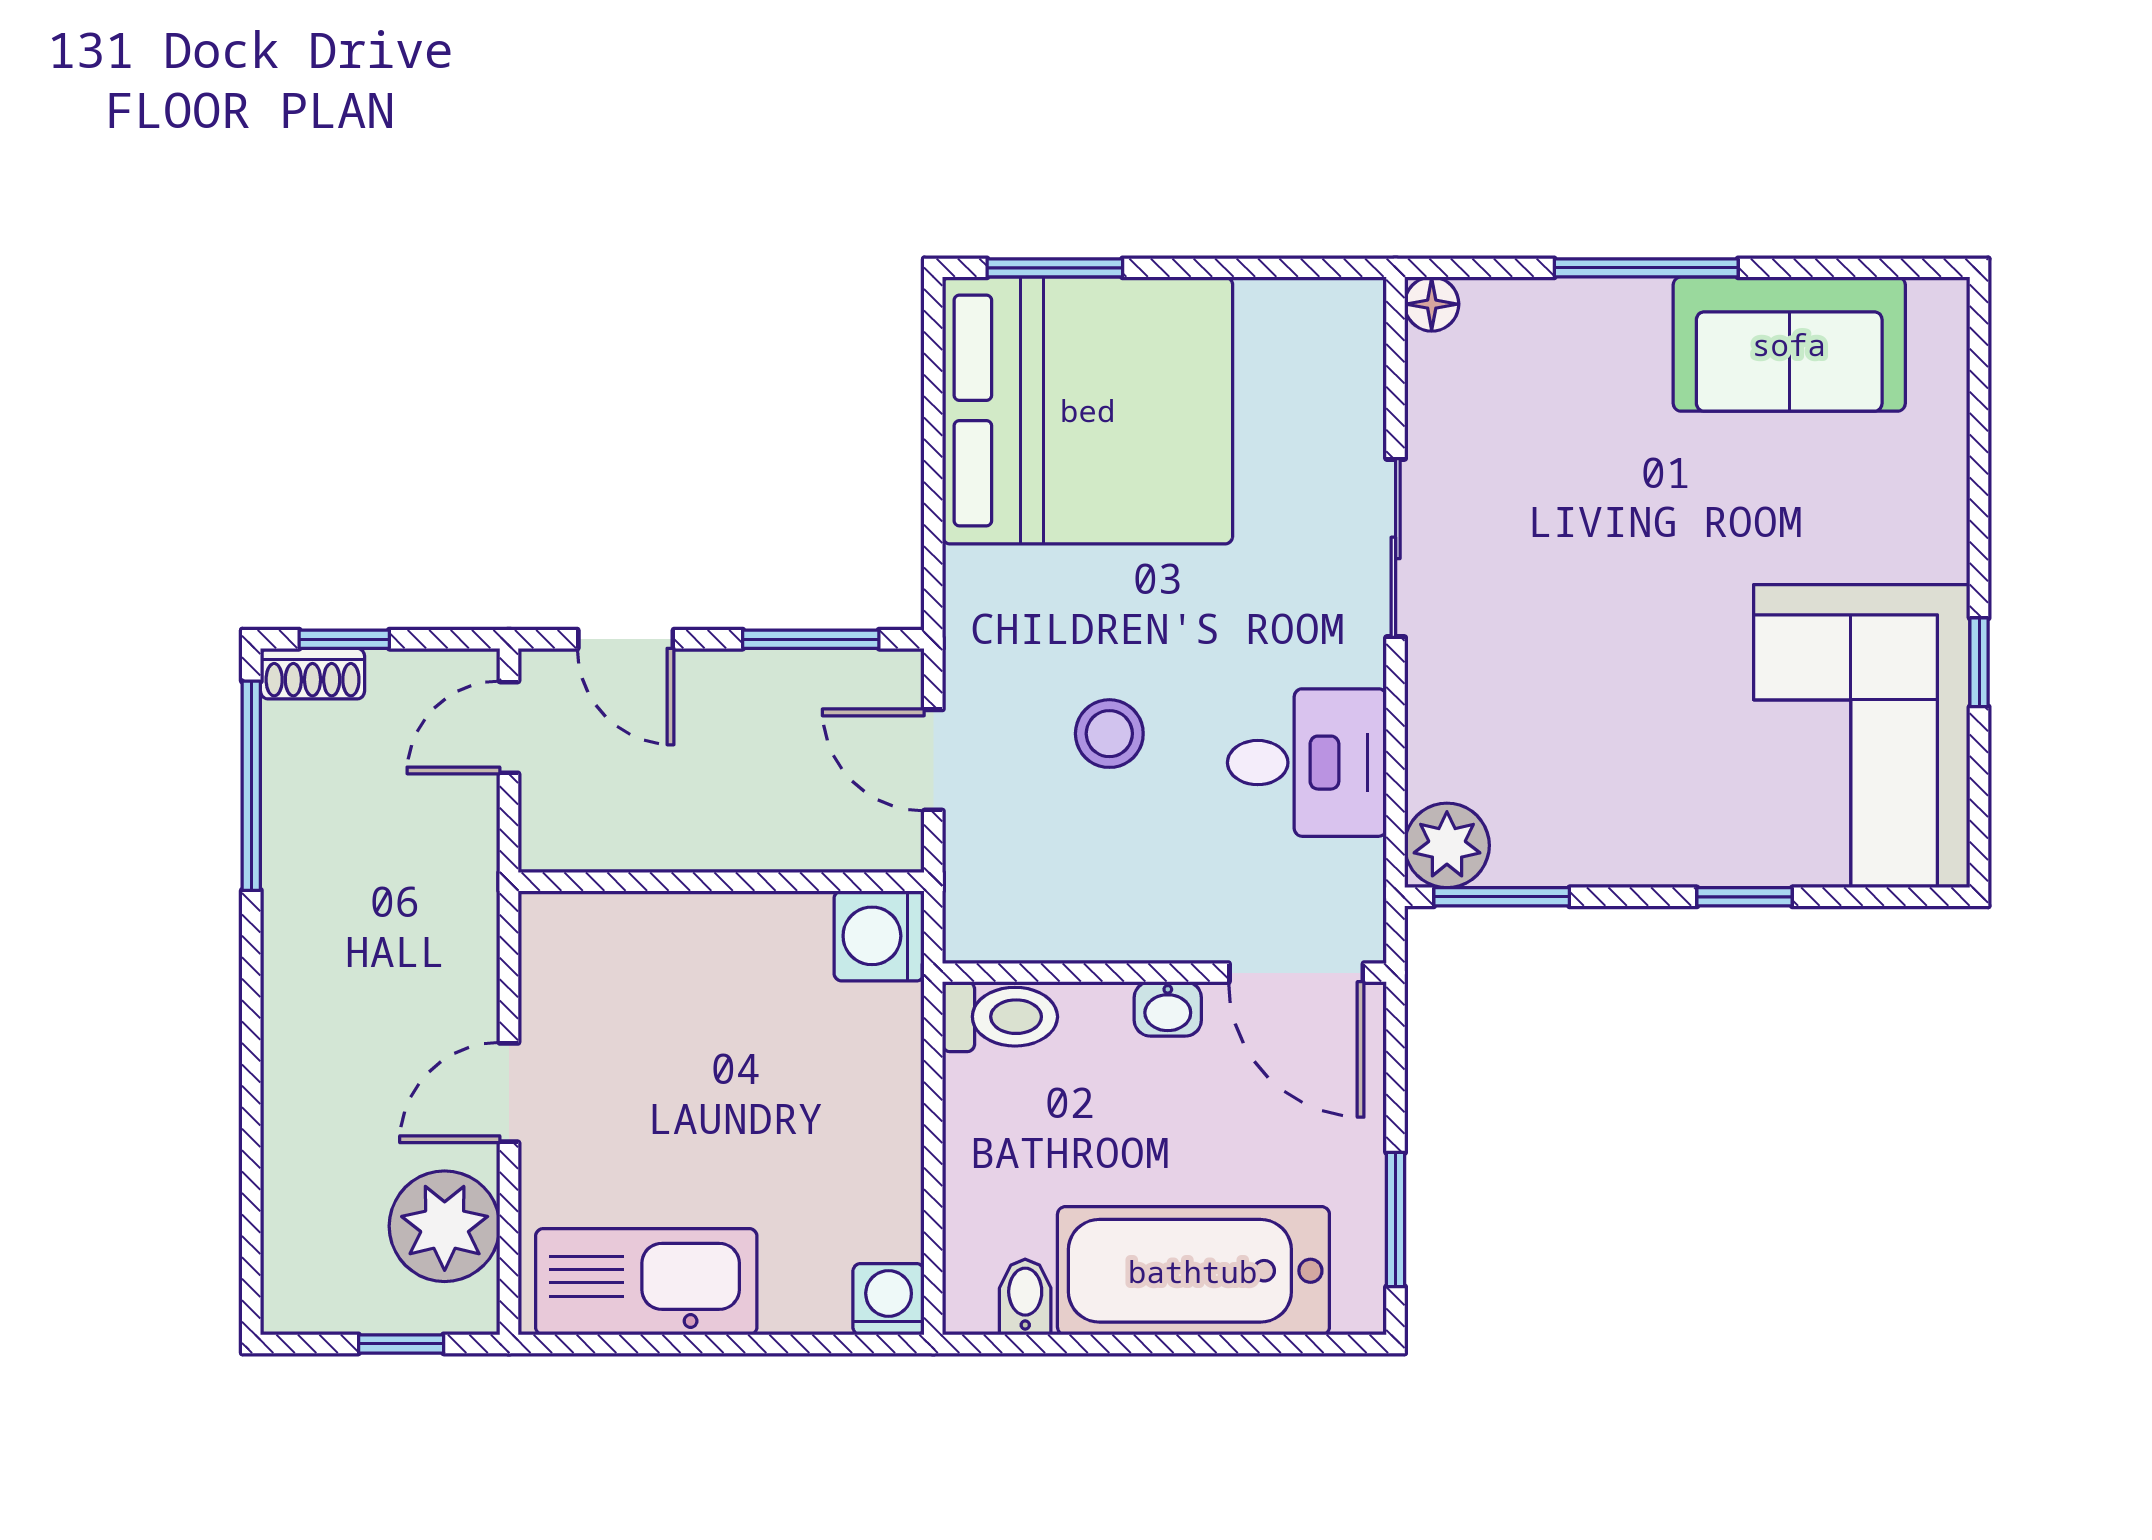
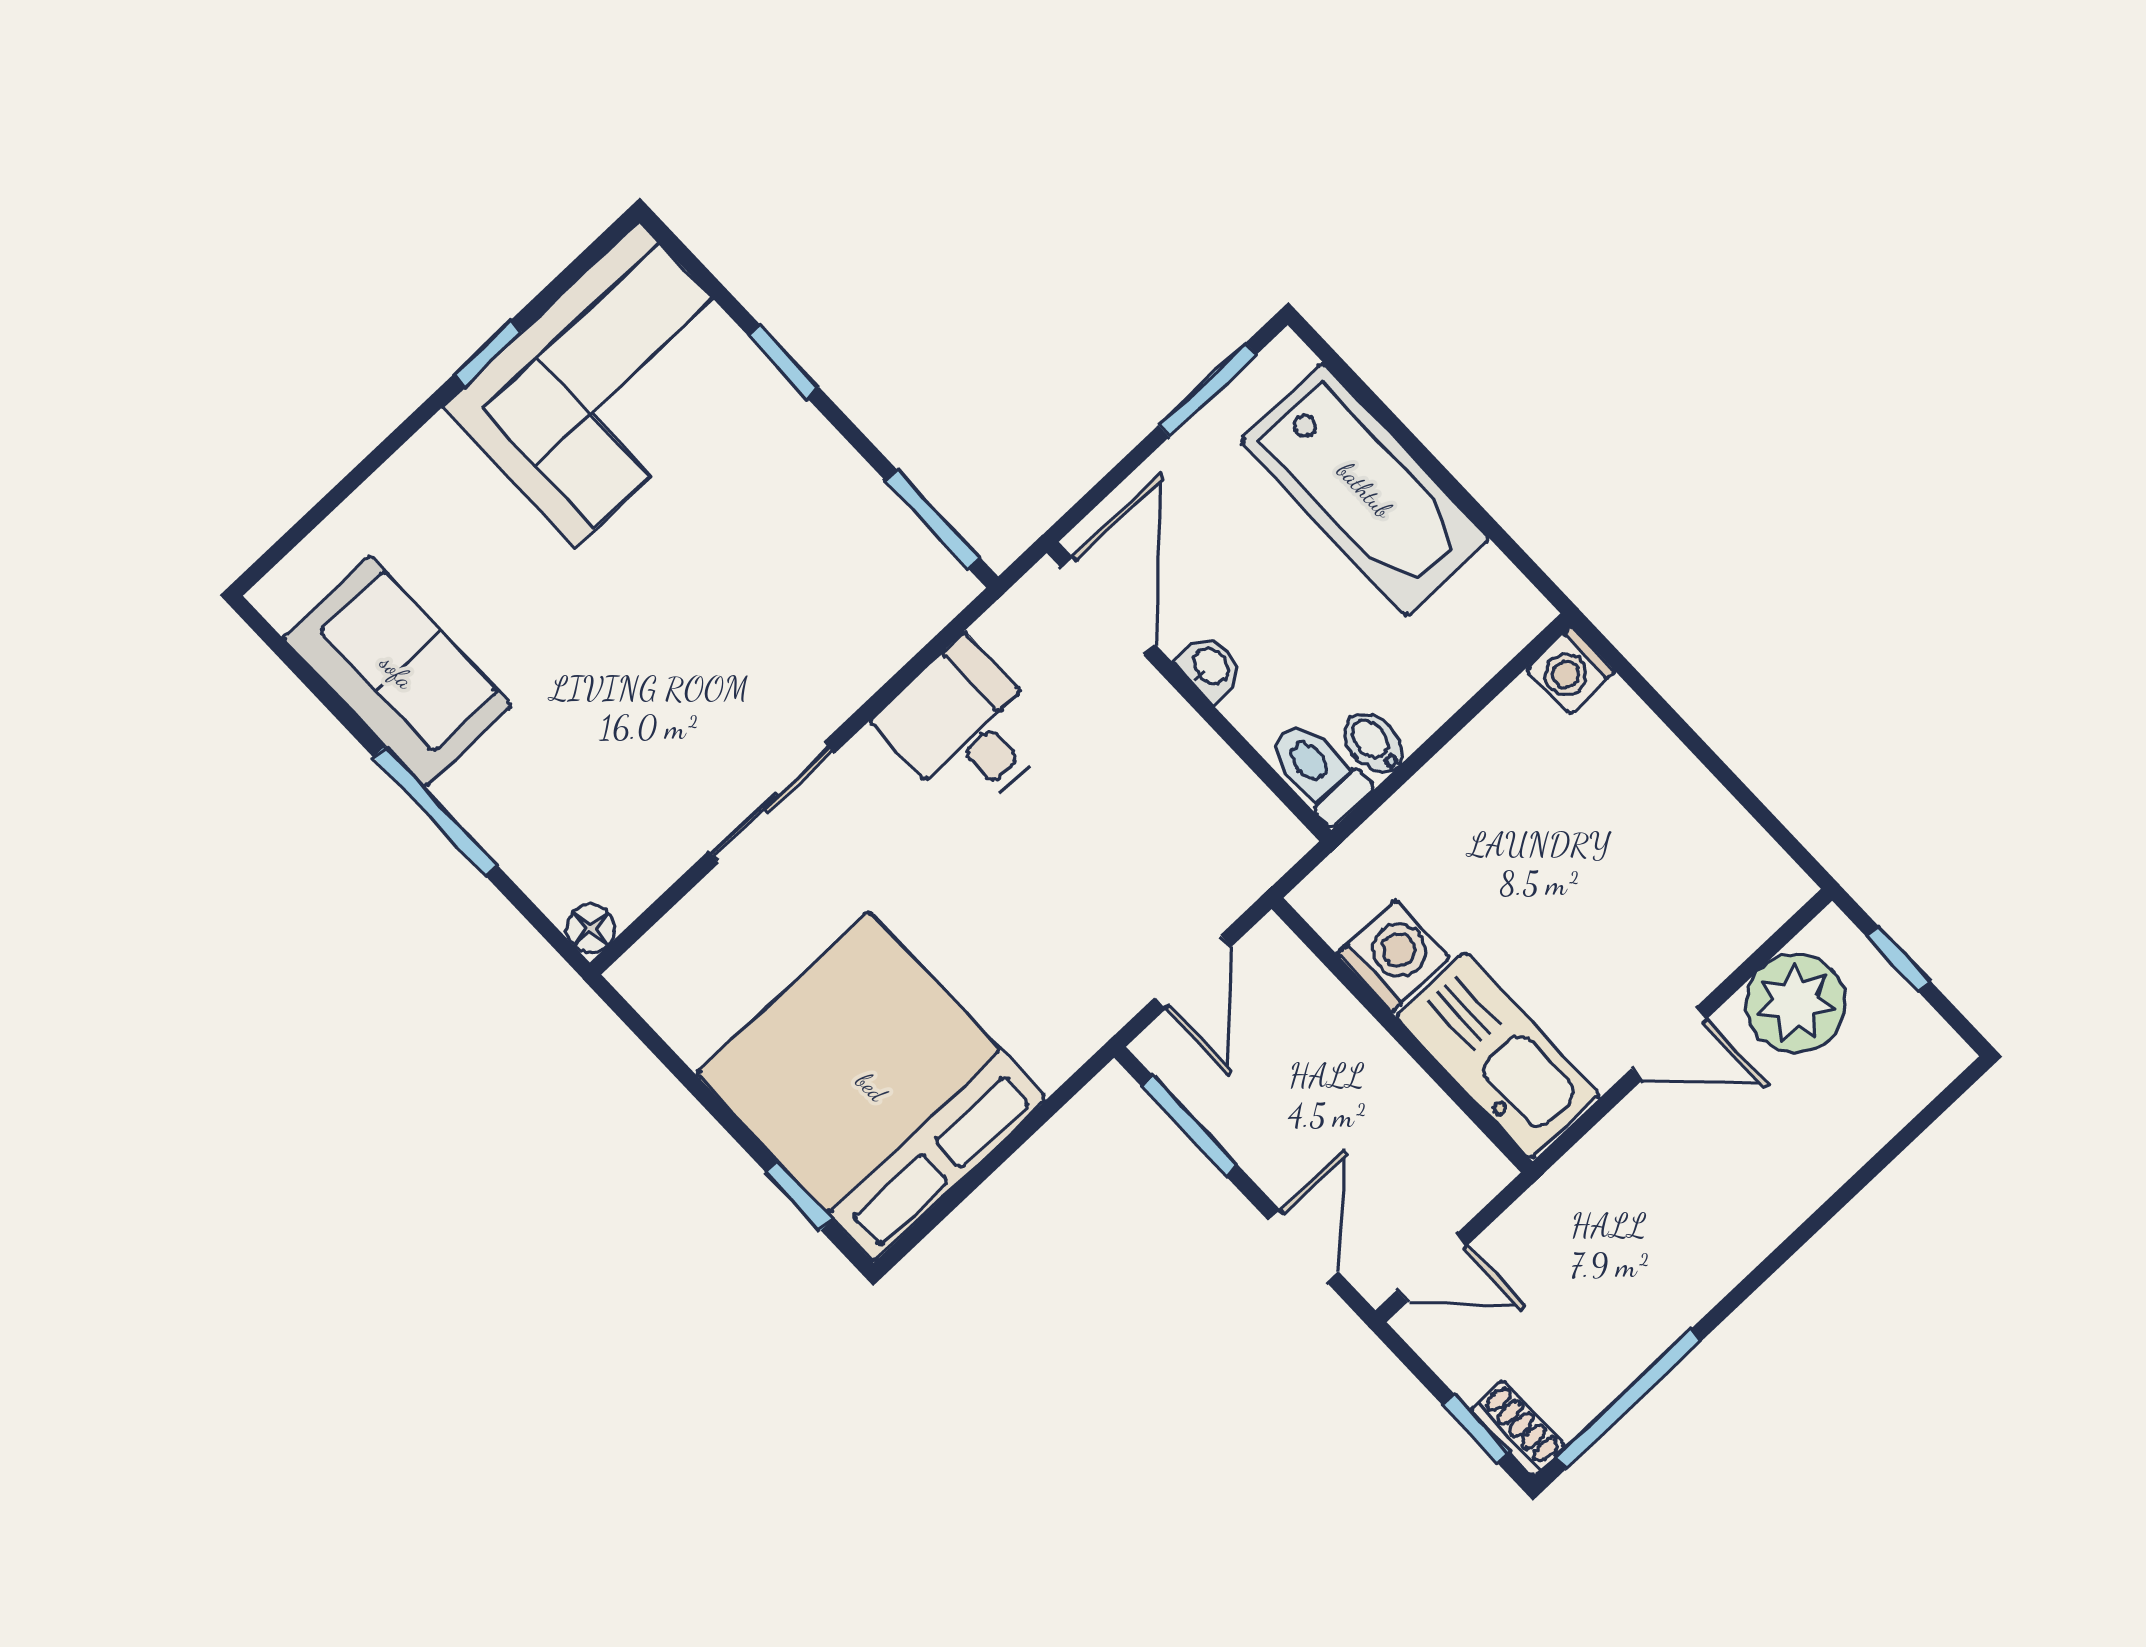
window: (1055, 268) -> (799, 1195), width x0.67
stool: (1109, 734) -> (1068, 874), removed
plant: (1447, 845) -> (933, 586), removed
washing machine: (879, 936) -> (1393, 955), moved, turned -90
kitchen sink: (646, 1282) -> (1498, 1056), moved, turned 180
bidet: (1025, 1297) -> (1374, 743), moved, turned 90

